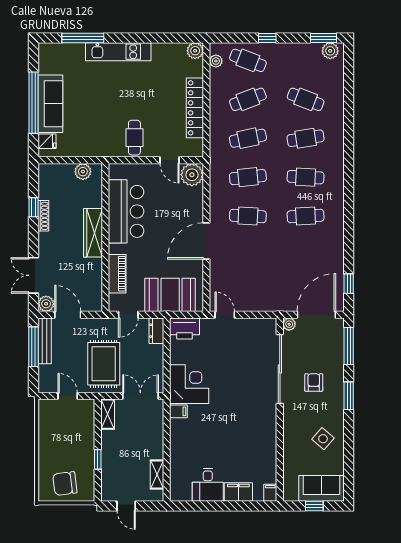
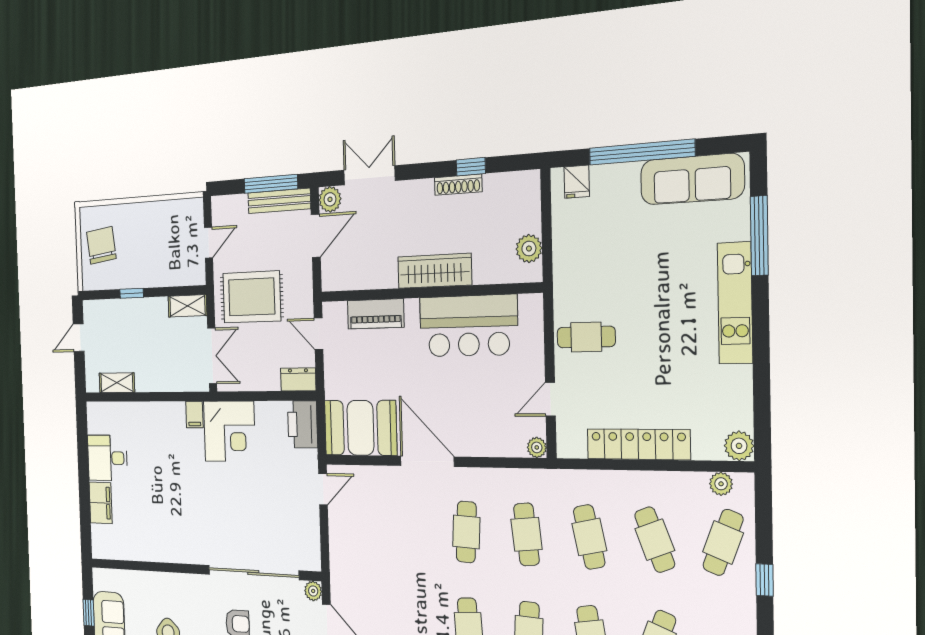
sofa: (50, 104) -> (692, 179), moved
plant: (192, 175) -> (537, 447), width x0.53, depth x0.53
booth: (170, 295) -> (360, 428), moved, turned 90
filing cabinet: (270, 493) -> (101, 550), removed

